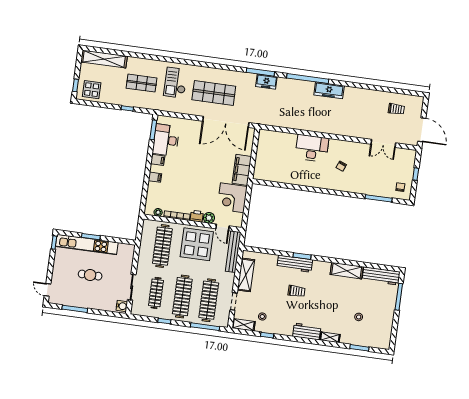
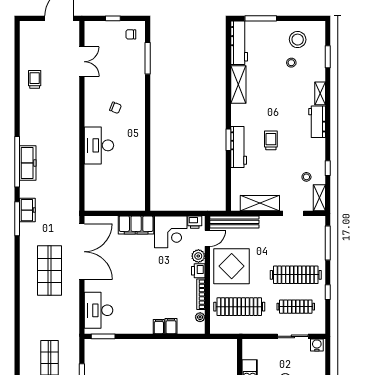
checkout: (175, 83) -> (44, 318), removed
freezer: (329, 90) -> (28, 163), moved
trolley: (396, 109) -> (35, 79), moved
desk: (166, 140) -> (99, 310), moved, turned 90
filing cabinet: (158, 160) -> (171, 326), moved
printer: (237, 219) -> (195, 222), added
clothes rail: (209, 300) -> (296, 243), removed
stool: (377, 325) -> (298, 40), added

